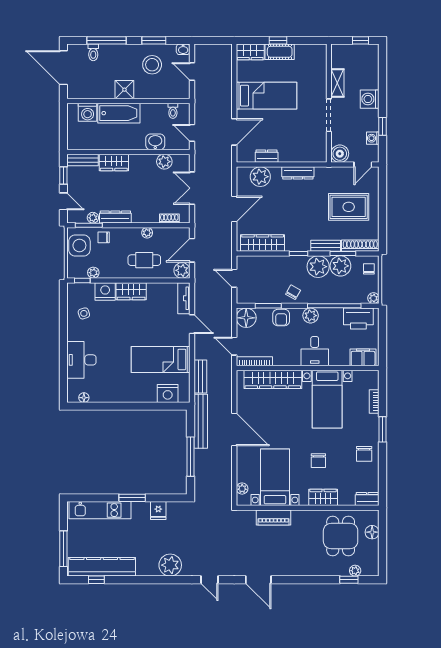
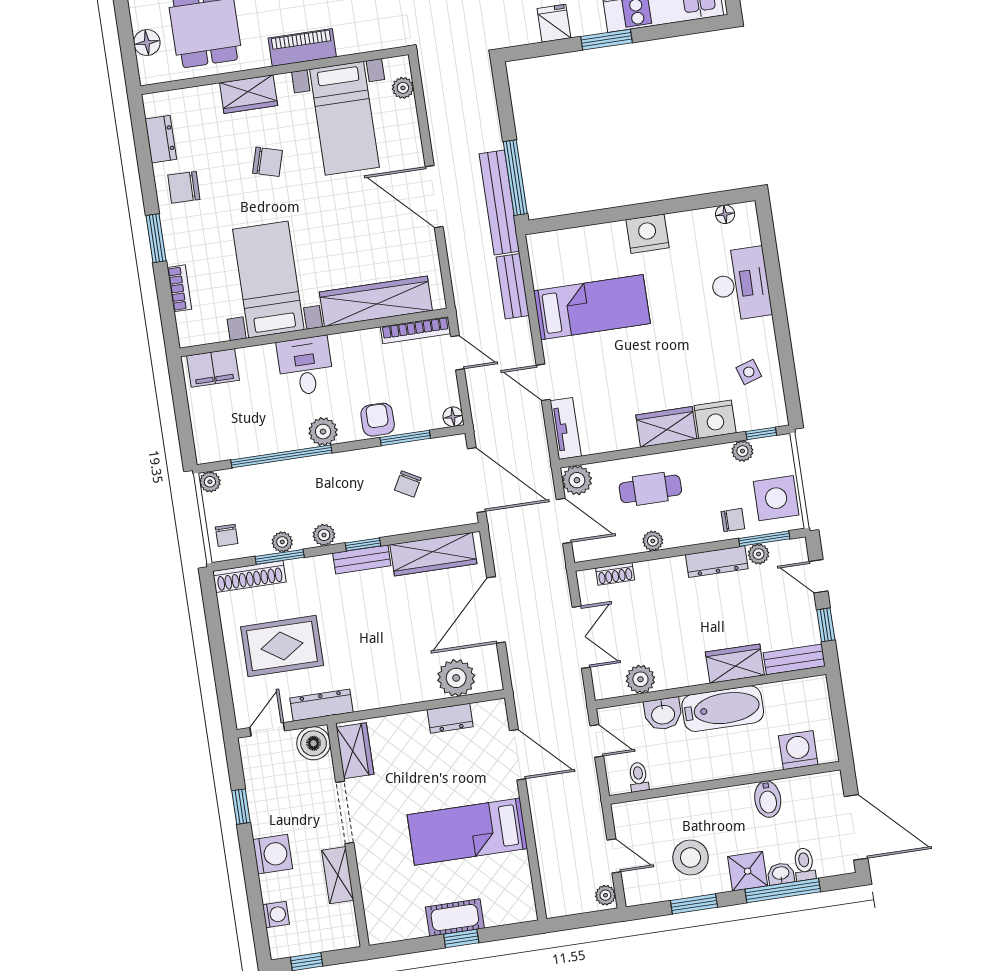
washbasin: (183, 49) -> (781, 874), moved
plant: (199, 52) -> (605, 895), added
wardrobe: (250, 52) -> (355, 751), moved, turned 90
bidet: (107, 89) -> (768, 799), added
shower: (124, 90) -> (748, 871), moved
bathtub: (119, 113) -> (723, 709), moved, turned 180
door: (234, 132) -> (518, 755), swing flipped
washing machine: (373, 138) -> (276, 915), moved
dresser: (298, 173) -> (322, 705), moved
door: (234, 209) -> (496, 610), width x1.36
bench: (326, 246) -> (362, 559), moved
door: (192, 250) -> (564, 521), hinge flipped
plant: (340, 266) -> (282, 542), width x0.53, depth x0.53
plant: (318, 267) -> (324, 535), width x0.53, depth x0.53
door: (234, 278) -> (477, 480), width x1.88
chair: (293, 292) -> (408, 484), moved
floor lamp: (246, 318) -> (453, 417), width x0.53, depth x0.53
printer: (358, 319) -> (233, 439), removed
nightstand: (168, 393) -> (648, 234), moved
chair: (364, 454) -> (184, 187), turned -89
window: (190, 457) -> (515, 178), moved
chair: (318, 461) -> (267, 162), turned 106
dresser: (367, 499) -> (161, 139), moved, turned -90
piano: (273, 517) -> (302, 47), moved

